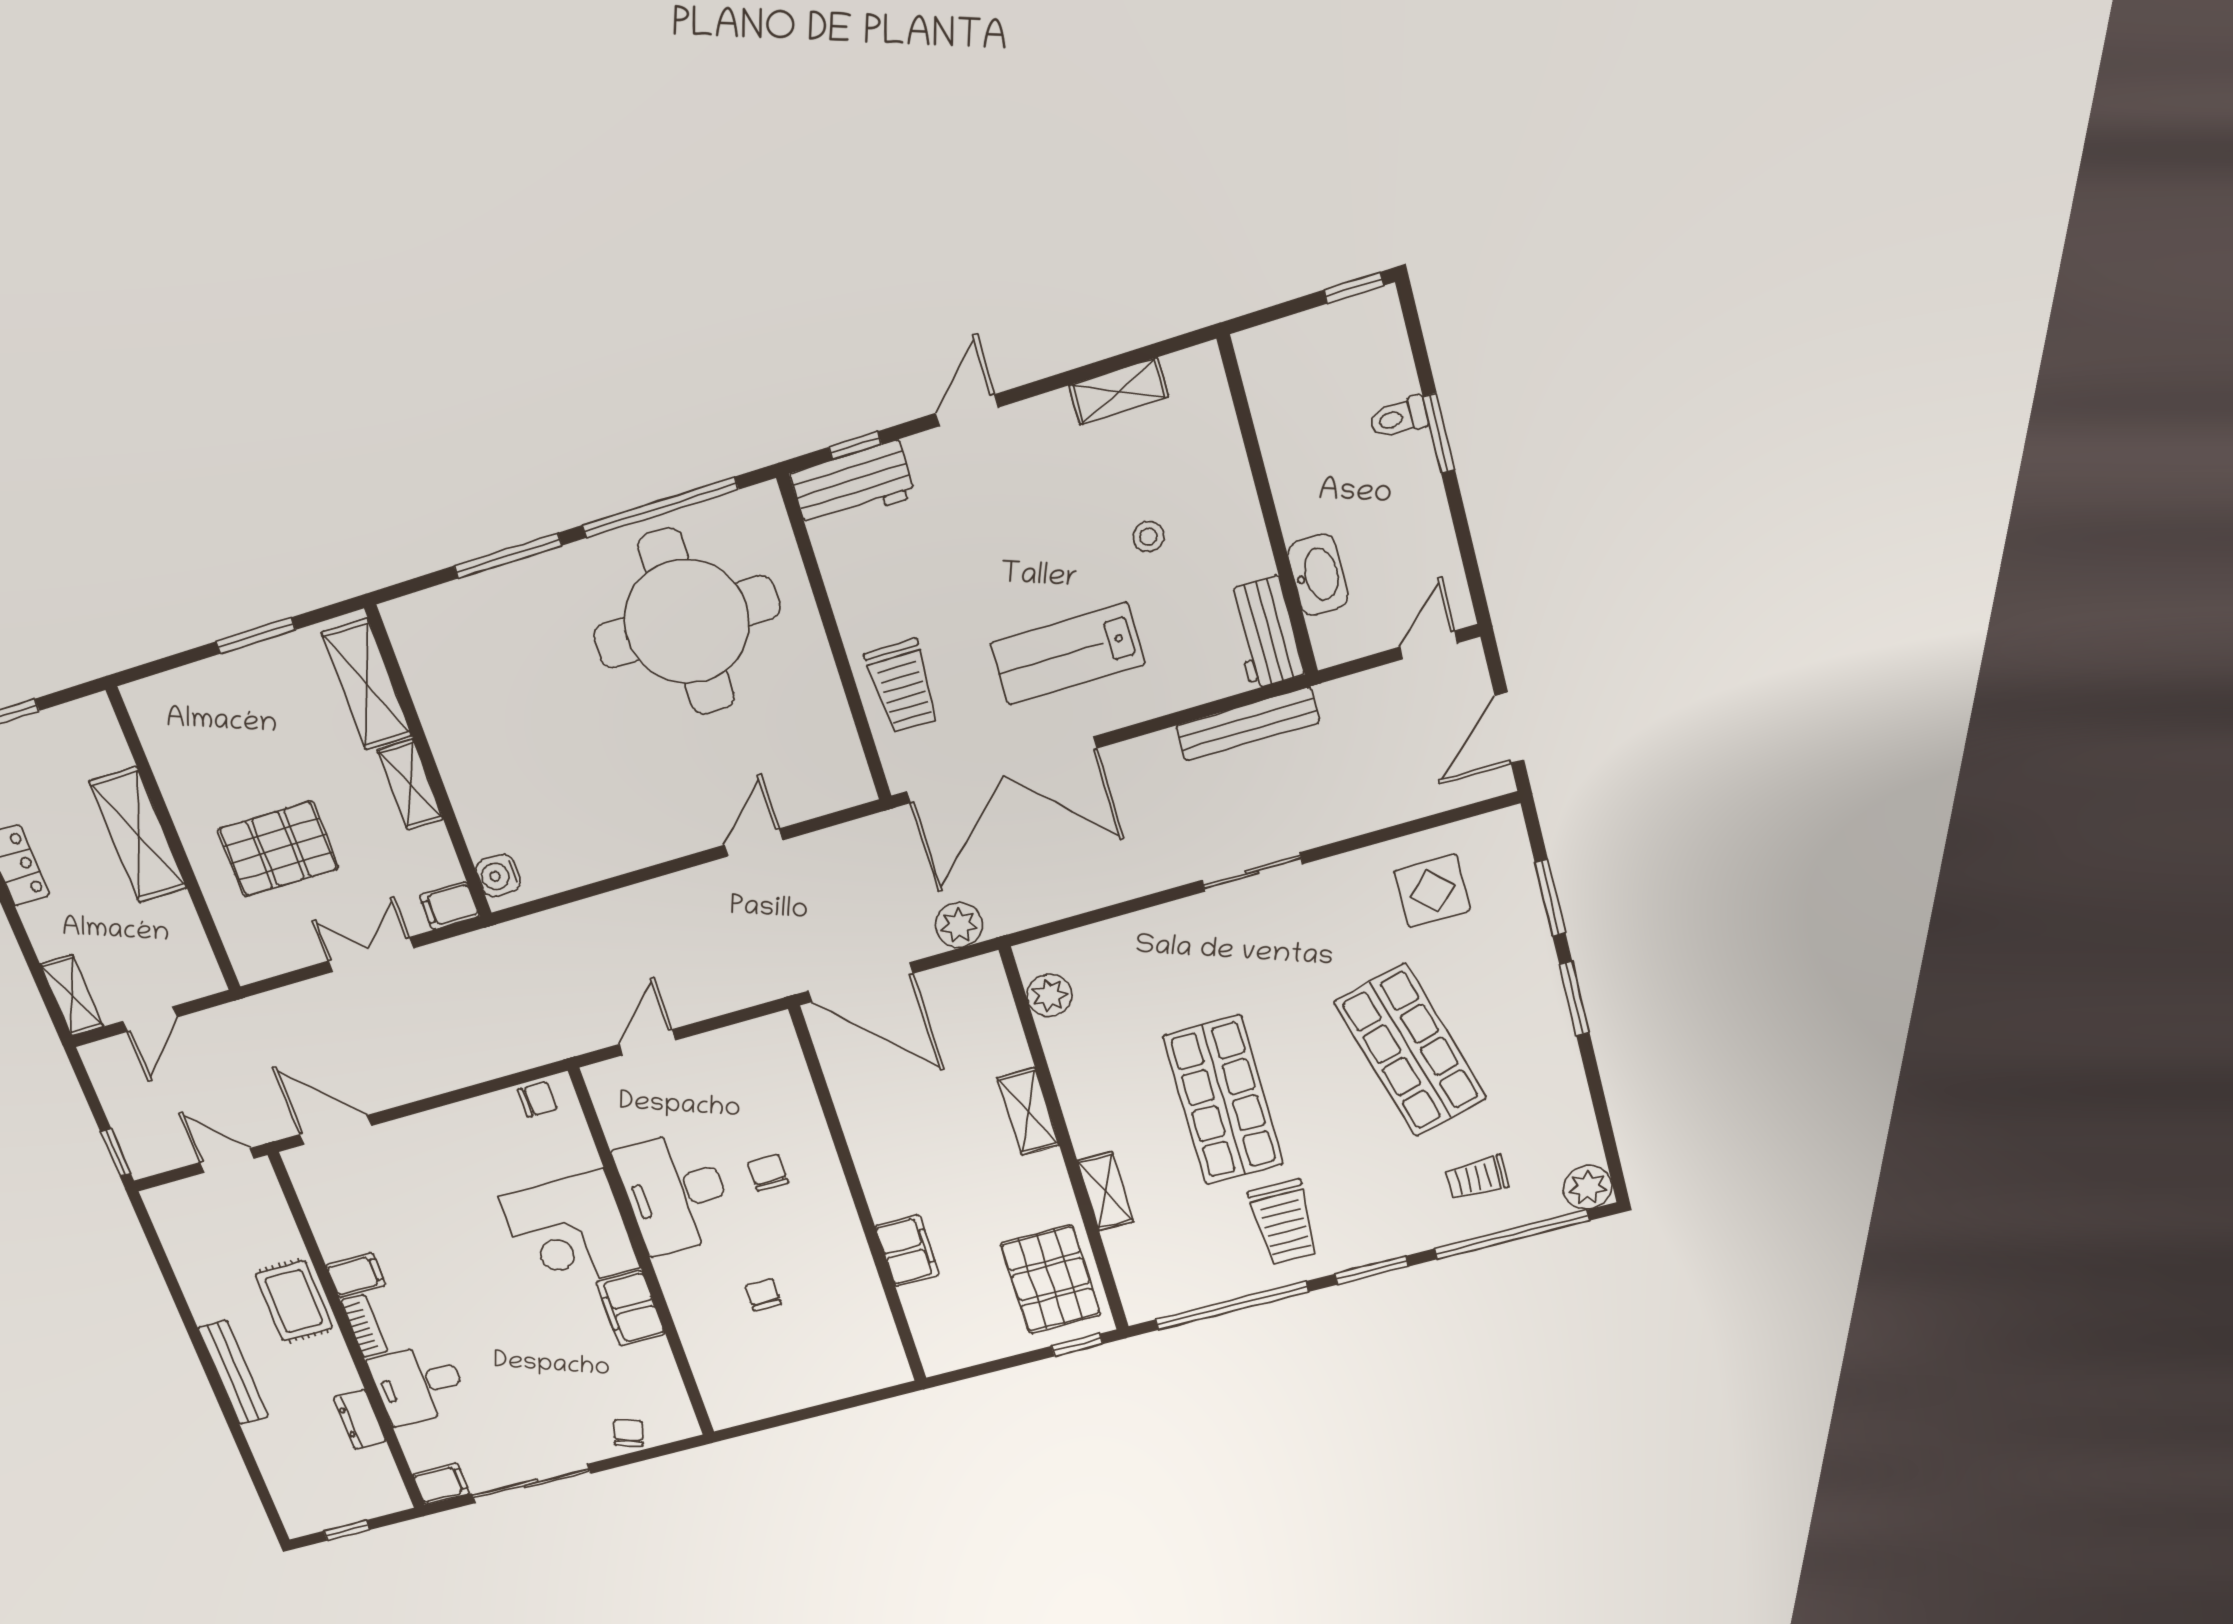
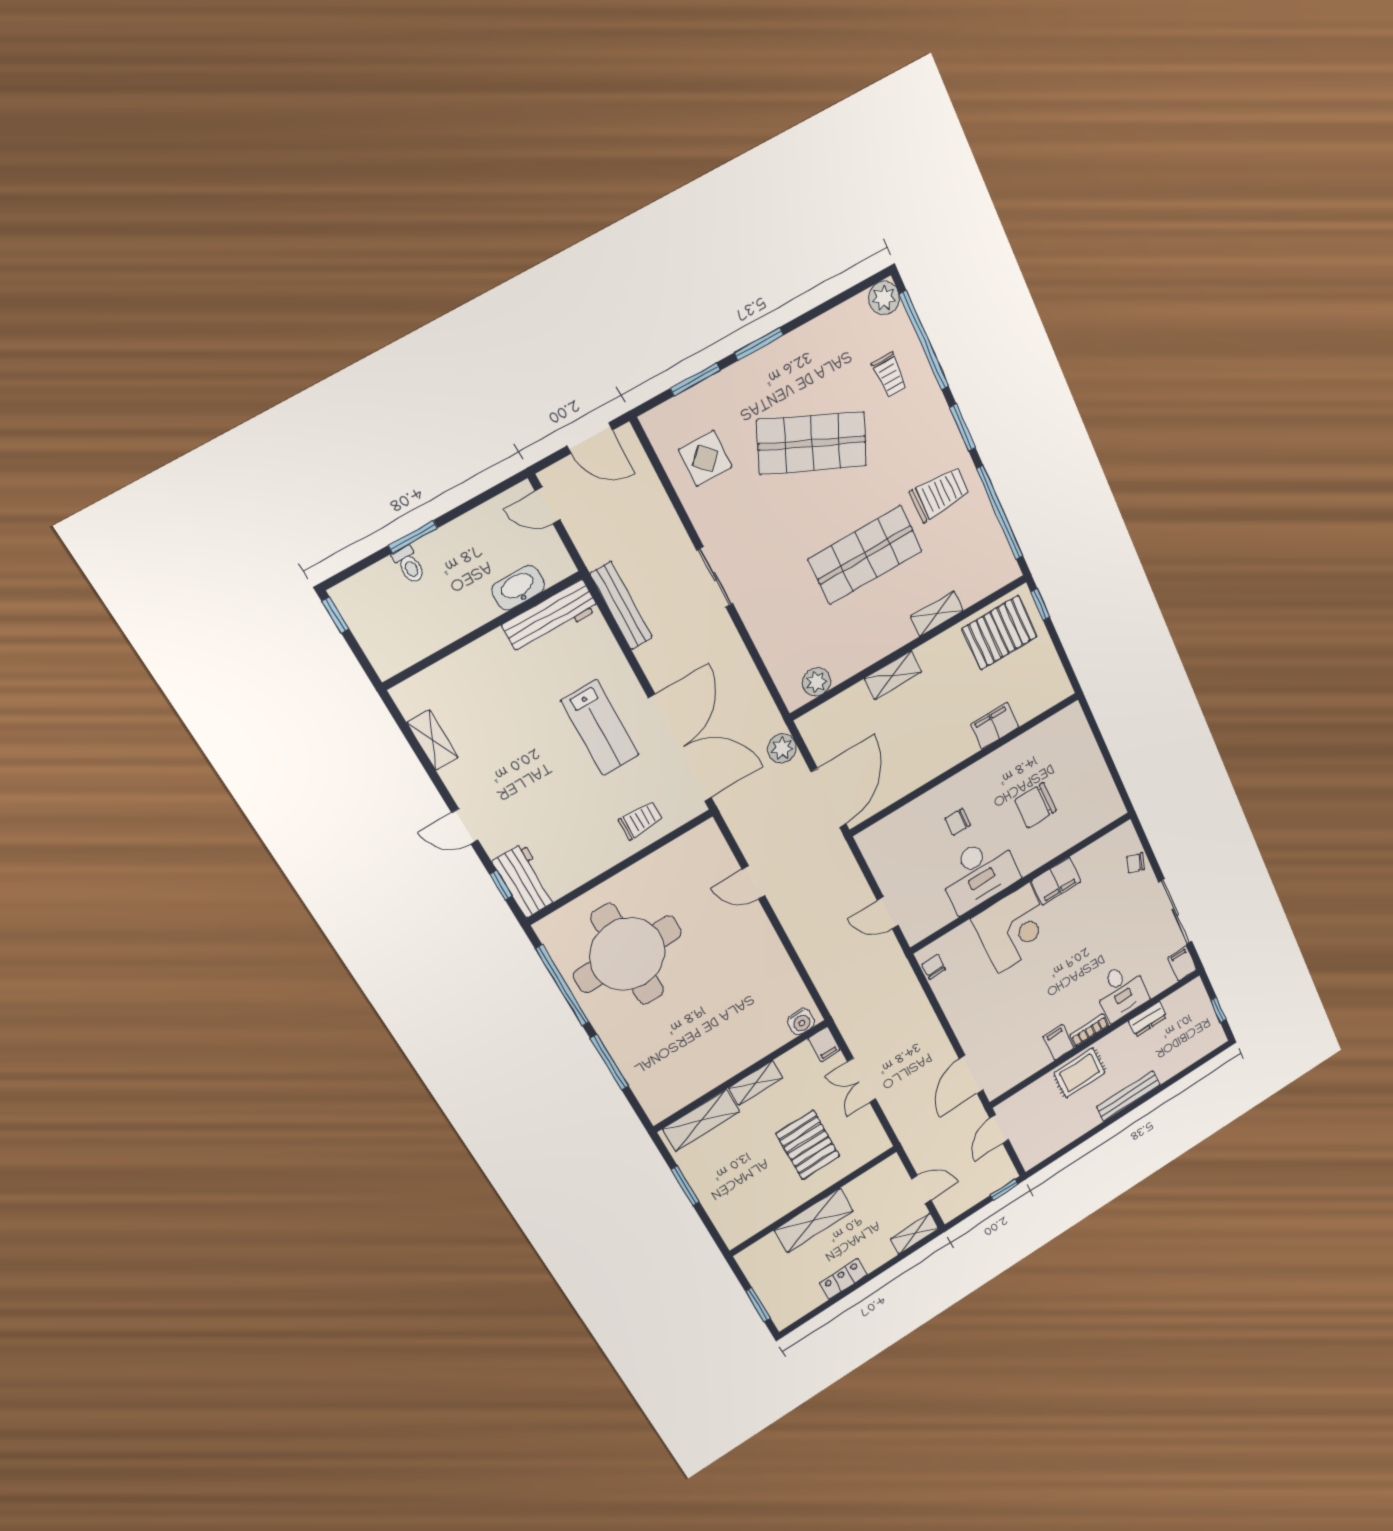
stool: (1148, 537) -> (517, 698), removed
workbench: (1265, 633) -> (550, 617), width x1.38
trolley: (903, 686) -> (641, 820), width x0.73, depth x0.72
shop shelf: (1410, 1050) -> (812, 443), turned 39
chair: (763, 1295) -> (1036, 805), width x1.87, depth x1.87

